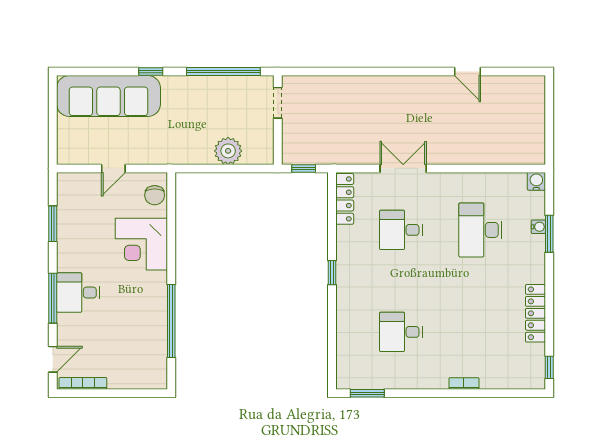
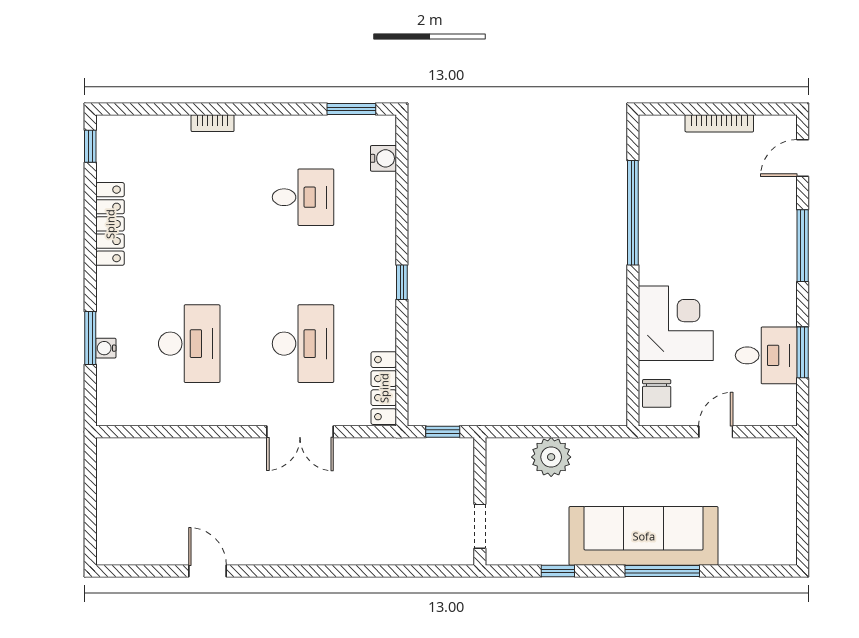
window: (151, 72) -> (662, 571), width x2.17
window: (223, 72) -> (558, 571), width x0.32
sofa: (109, 96) -> (644, 536), moved
water cooler: (536, 181) -> (383, 158), moved, turned -90
chair: (155, 195) -> (657, 393), turned 180
desk: (401, 230) -> (303, 344), width x1.37
desk: (78, 293) -> (766, 355), moved
bookcase: (83, 383) -> (719, 123), moved

